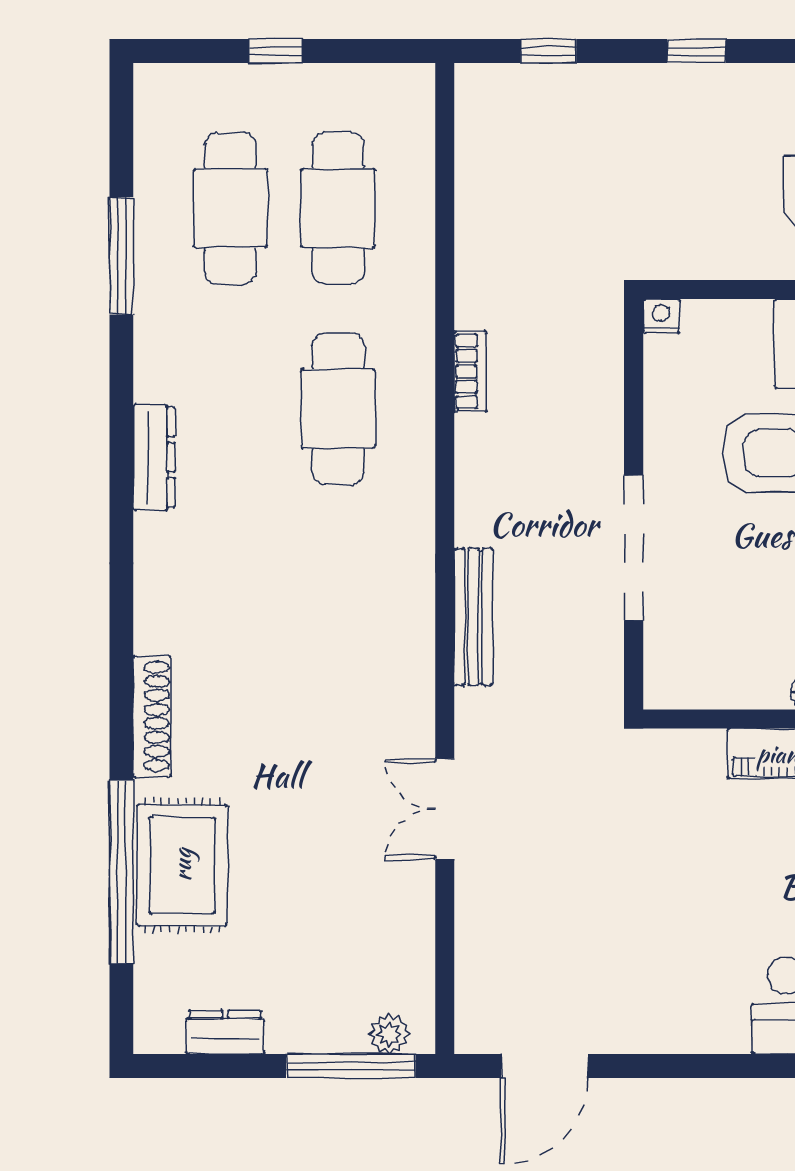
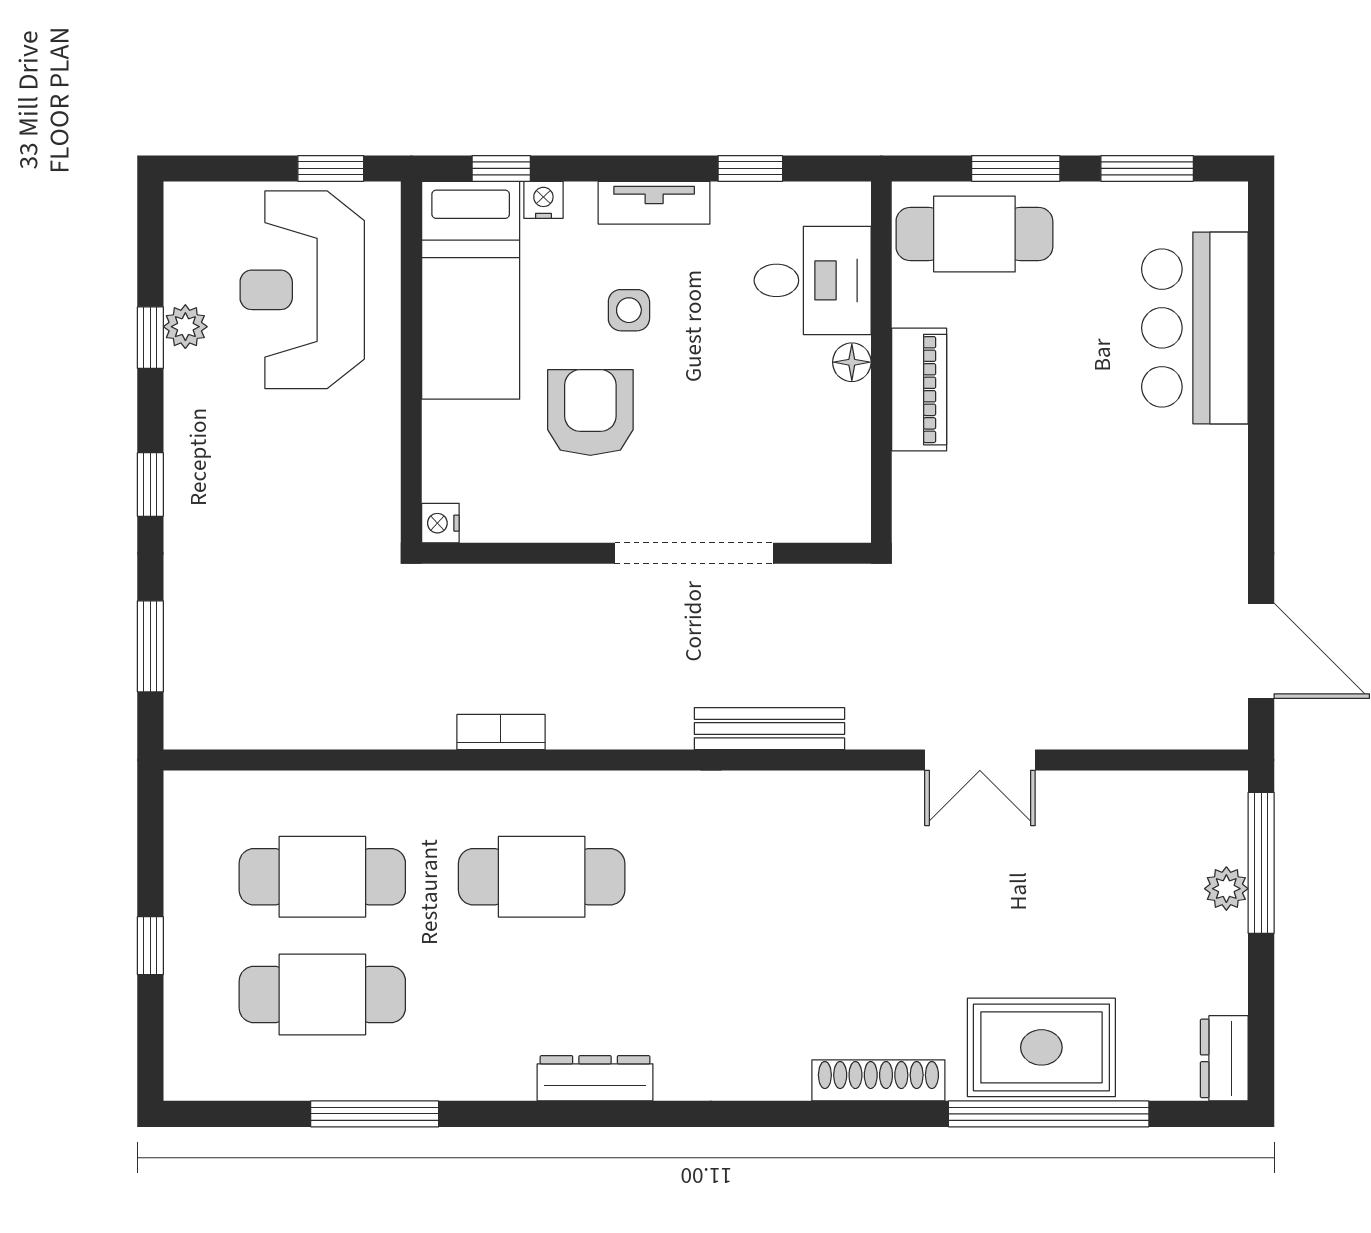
window: (549, 51) -> (150, 646), width x1.50
dresser: (225, 1032) -> (1224, 1058), moved
plant: (389, 1034) -> (1226, 889), moved

